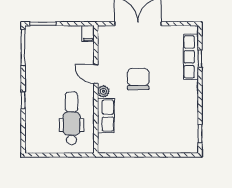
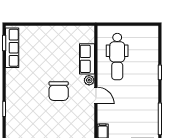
row of seats: (191, 57) -> (12, 48), moved

